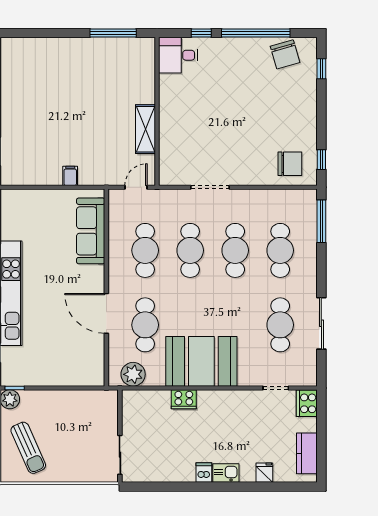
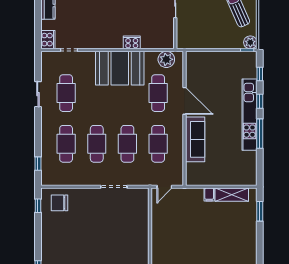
shelving: (146, 129) -> (232, 195), moved, turned 90
window: (321, 221) -> (38, 164), width x0.46
sofa: (91, 231) -> (195, 139), moved
sliding door: (321, 323) -> (38, 94), width x0.73

